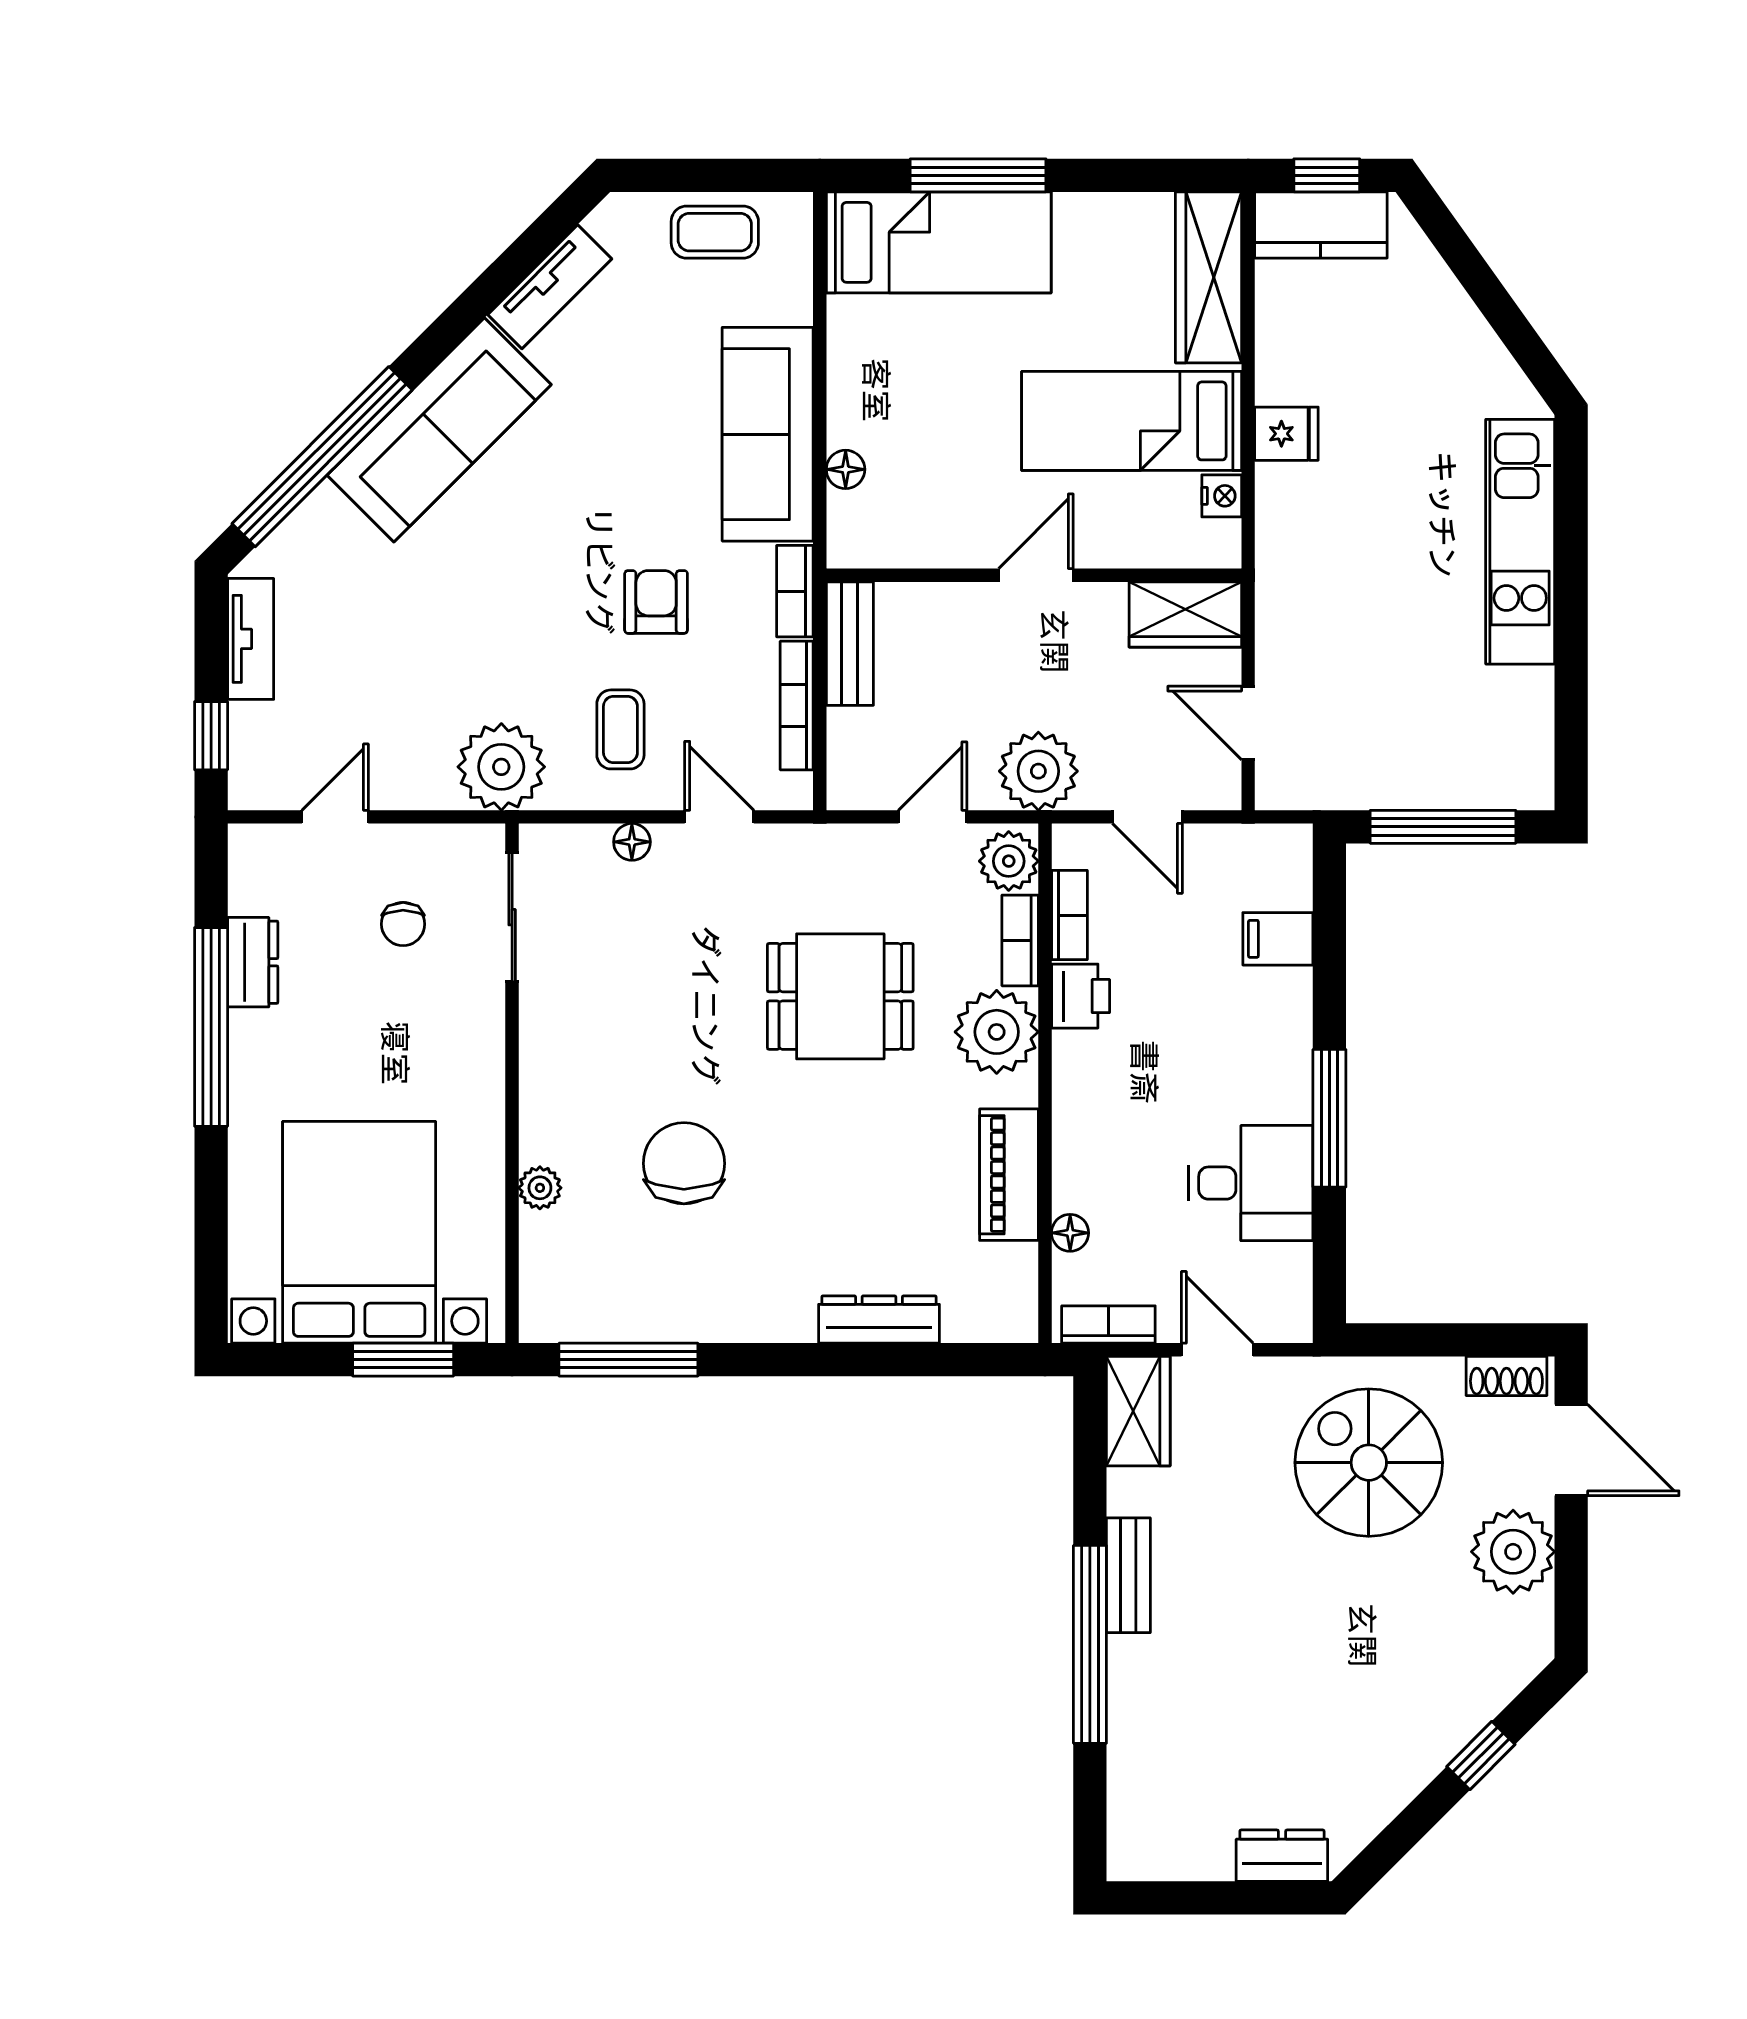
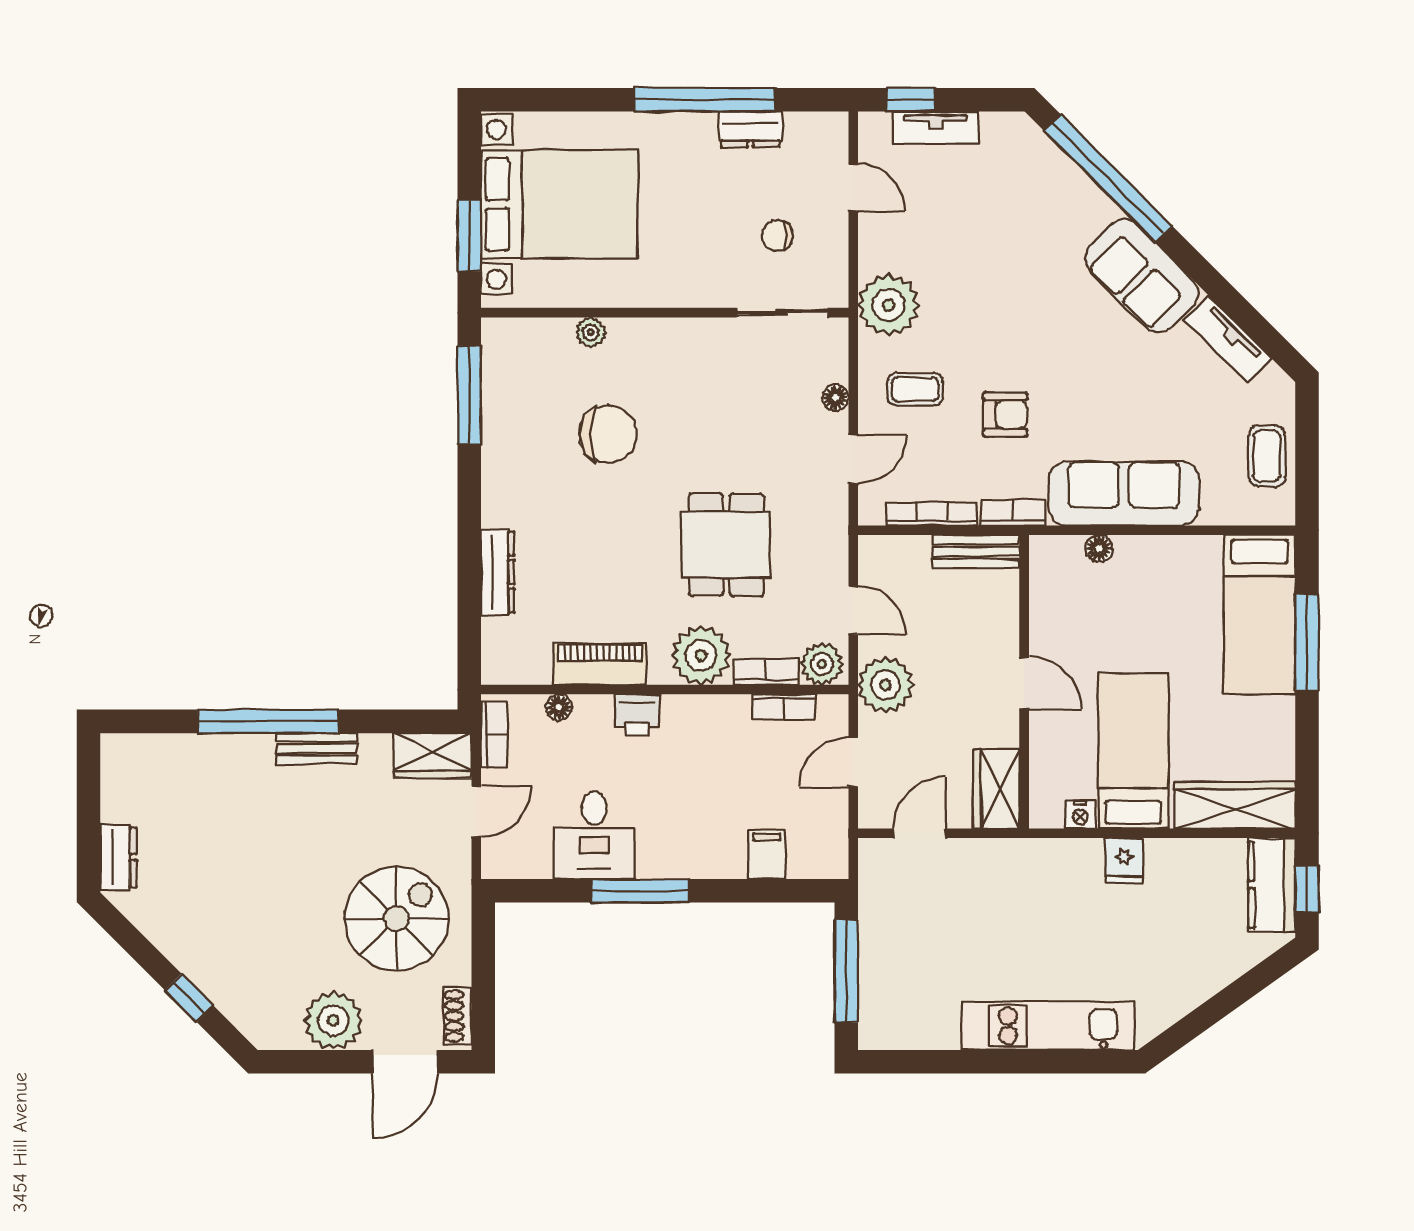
sofa: (439, 430) -> (1142, 276), width x0.73
tv unit: (251, 639) -> (936, 128), moved
printer: (1081, 996) -> (637, 715), moved

